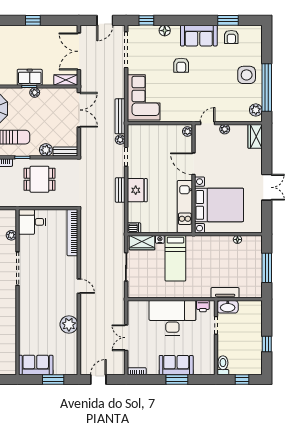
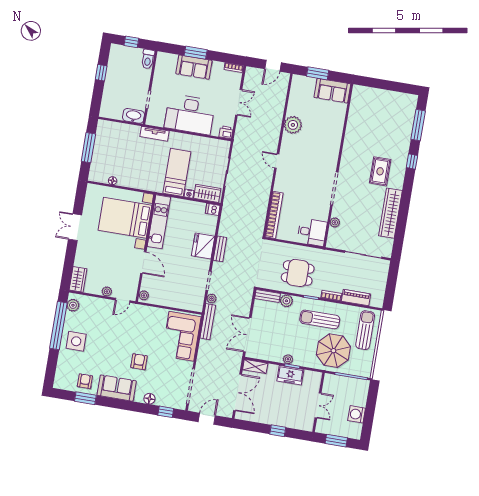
tv unit: (225, 293) -> (155, 134), moved
printer: (203, 306) -> (226, 132), moved

